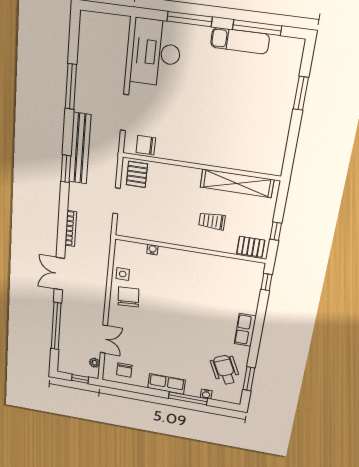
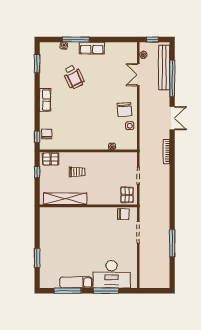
desk: (156, 53) -> (112, 274), moved, turned 90
bench: (80, 148) -> (164, 68), moved
window: (66, 169) -> (172, 192), removed
chair: (124, 370) -> (47, 134), moved
wheelchair: (225, 370) -> (74, 77), moved

